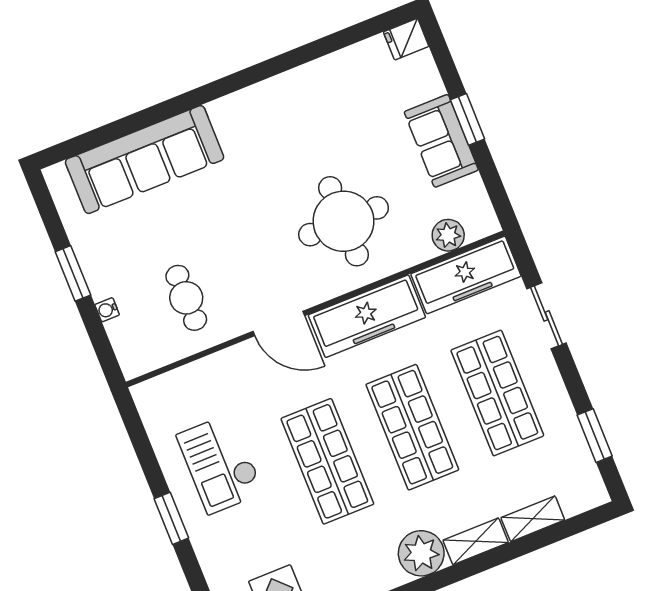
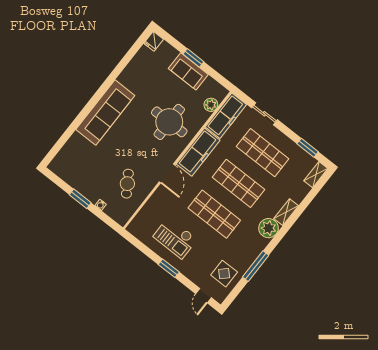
sofa: (145, 160) -> (105, 112), moved
cafe table: (186, 298) -> (127, 184), turned 57
door: (279, 324) -> (167, 173), hinge flipped
shelving: (533, 519) -> (316, 175), moved

